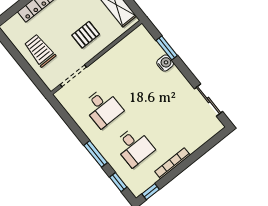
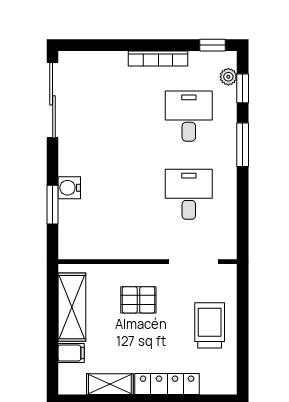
trolley: (40, 50) -> (210, 325), turned 180
sliding door: (208, 100) -> (53, 100), width x1.37
plant: (130, 182) -> (228, 77), added

